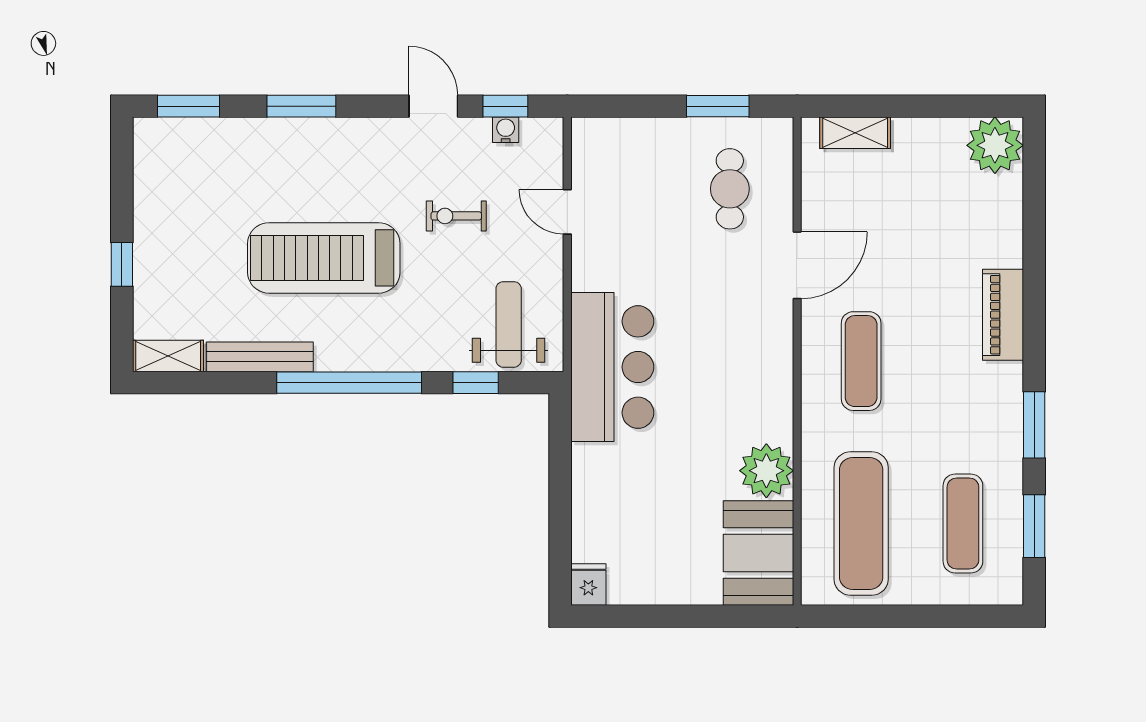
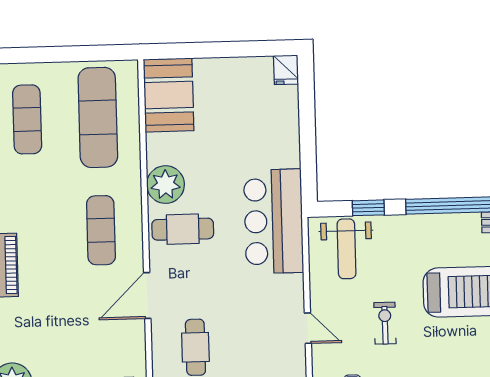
exercise bike: (456, 216) -> (385, 323), turned -90
cafe table: (743, 359) -> (183, 229), added
plant: (766, 471) -> (166, 185), moved

